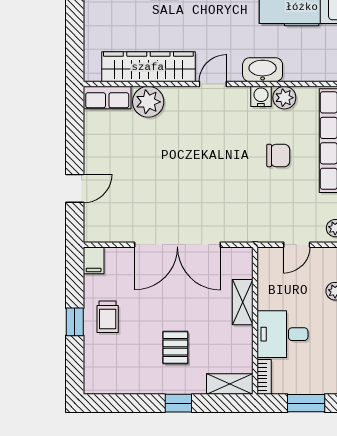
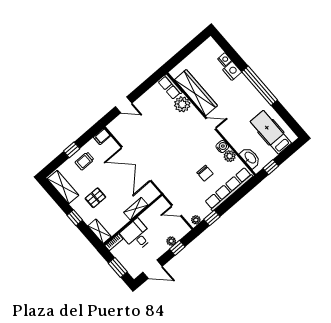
washbasin: (263, 70) -> (250, 158), moved
shelving: (118, 382) -> (63, 187), added

